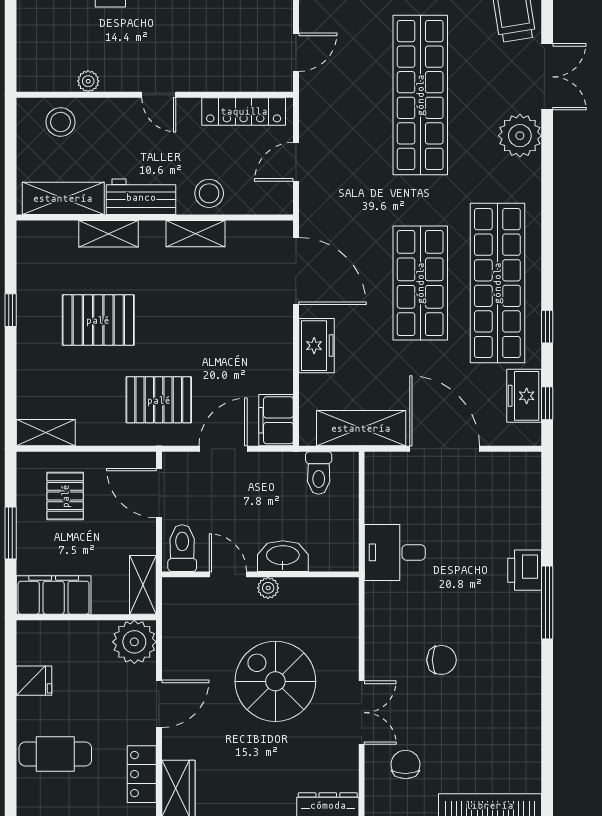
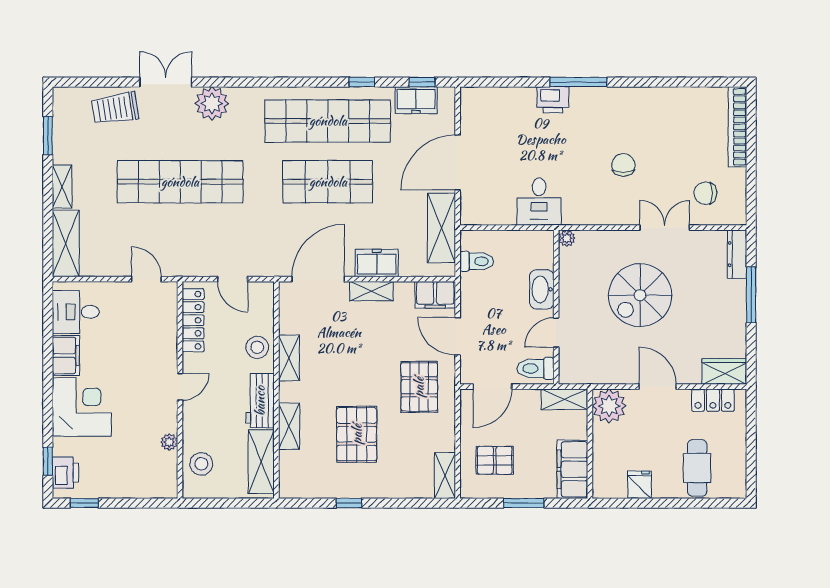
shelving: (281, 339) -> (371, 291), added
plant: (268, 588) -> (567, 238), moved

